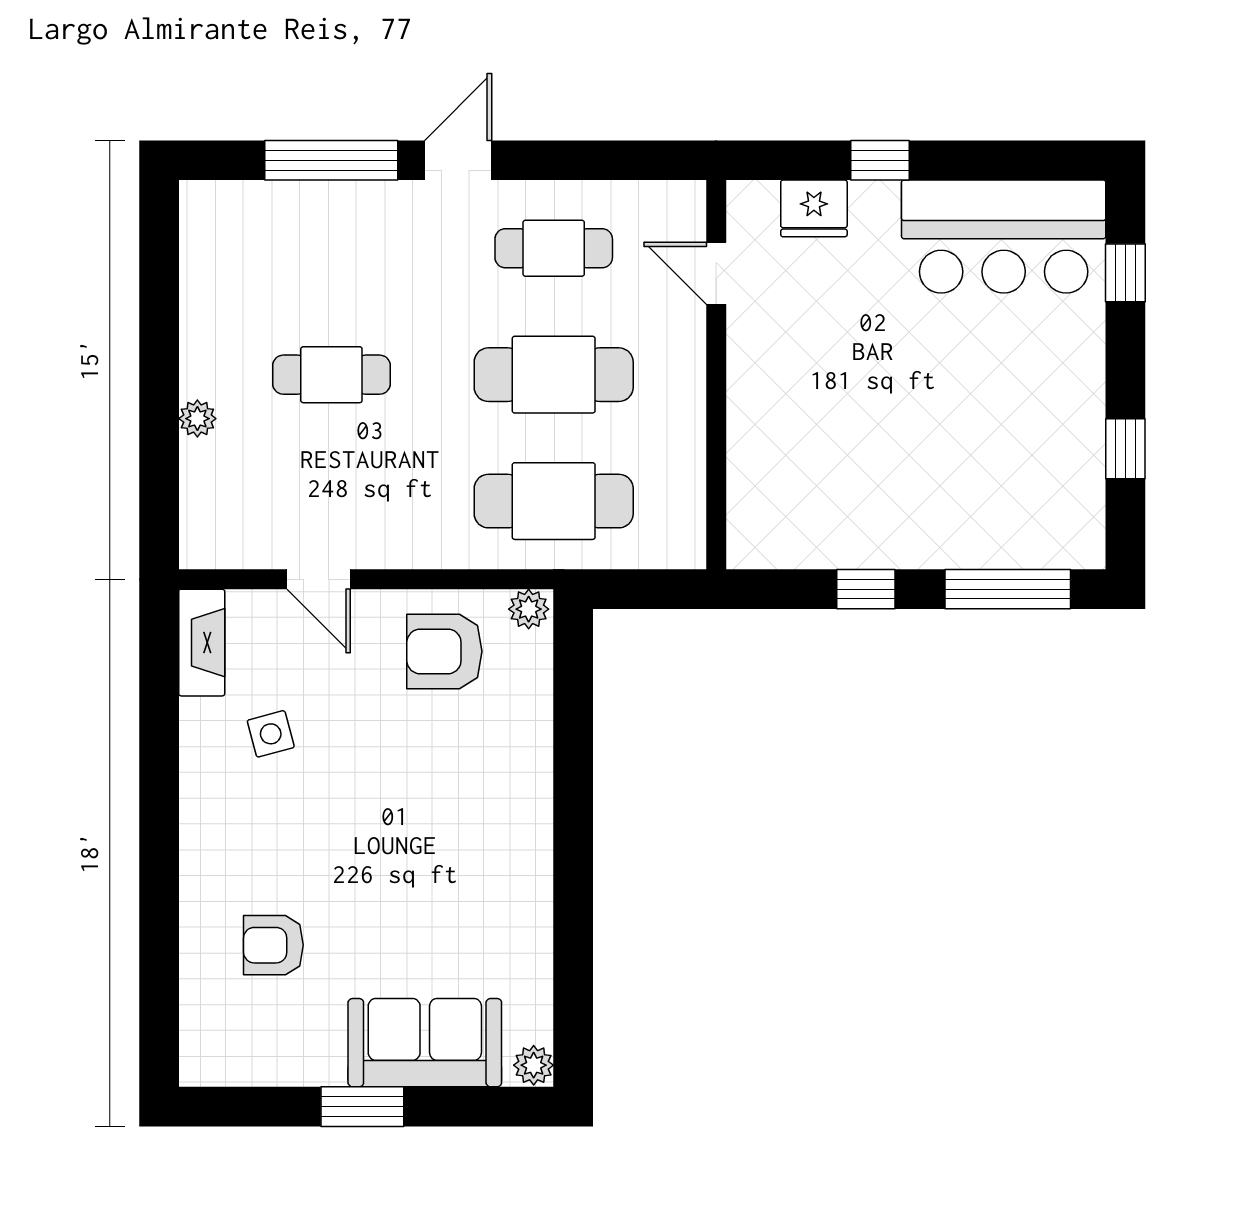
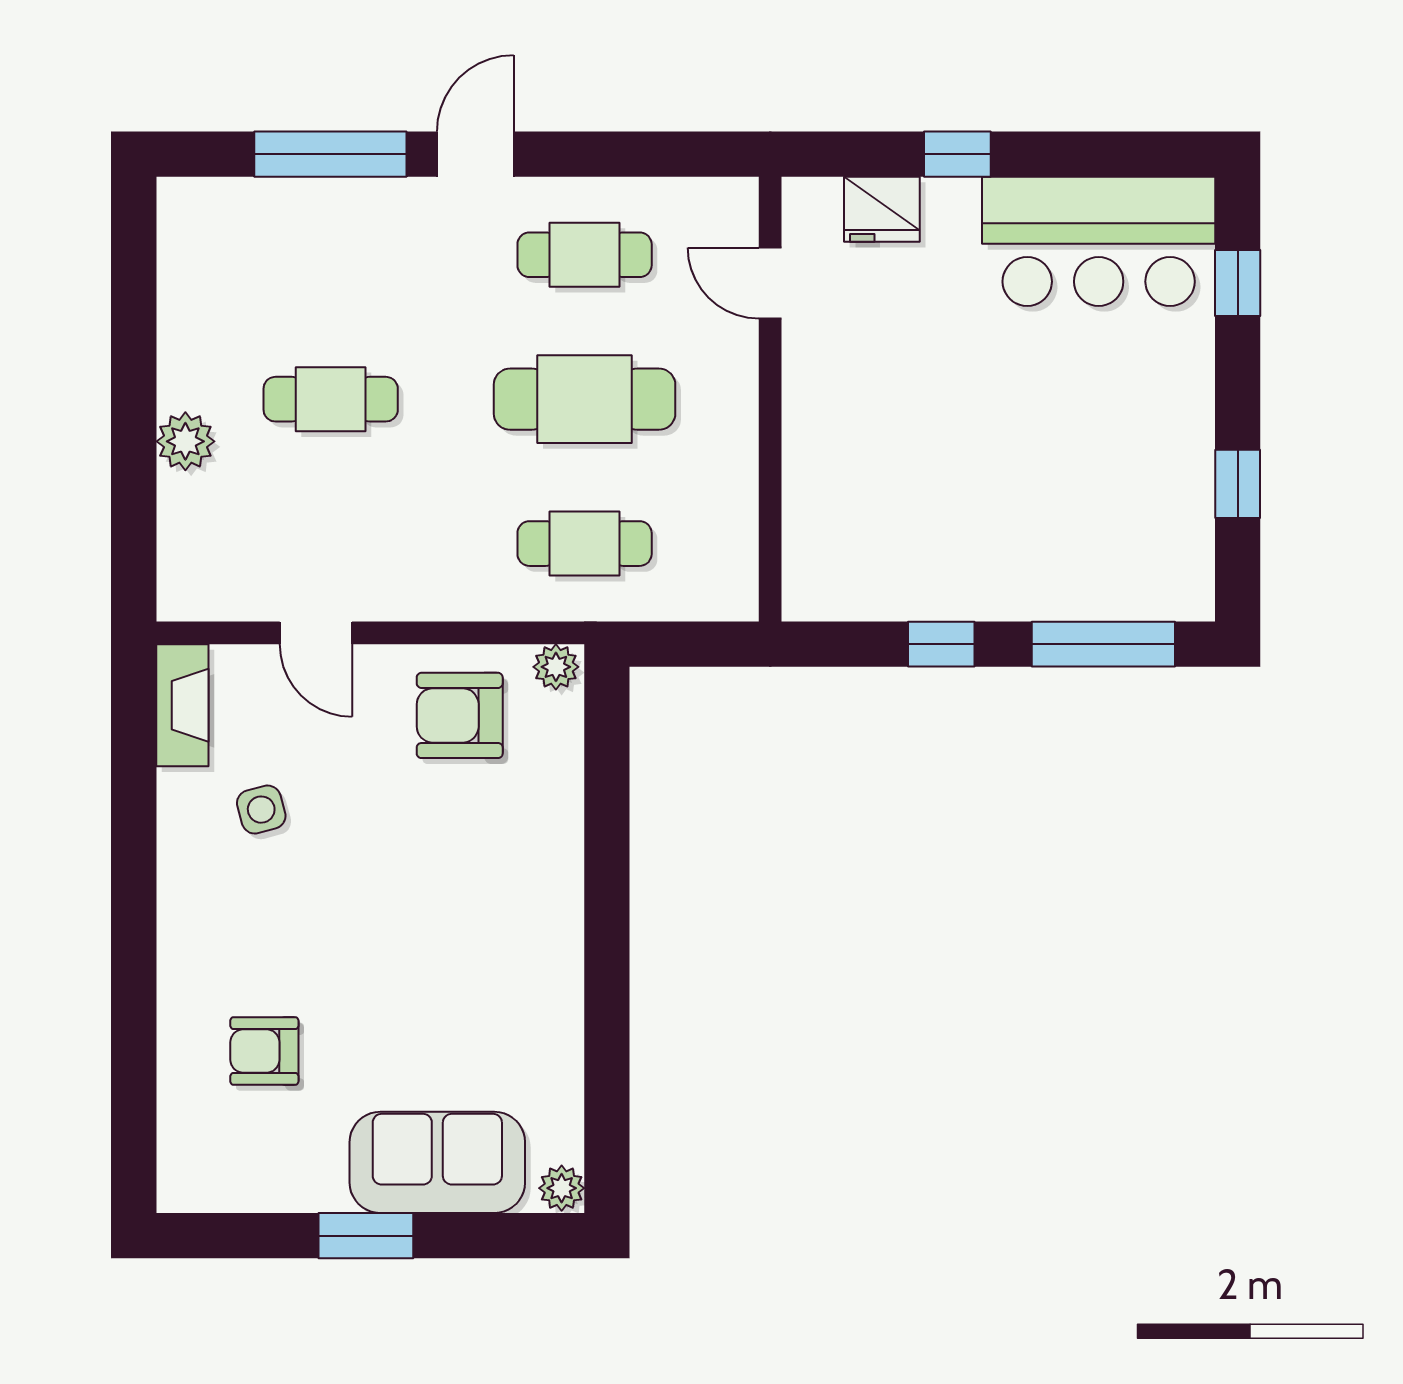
plant: (197, 419) -> (185, 441), width x1.38, depth x1.38
cafe table: (554, 501) -> (585, 544), width x0.73, depth x0.74

